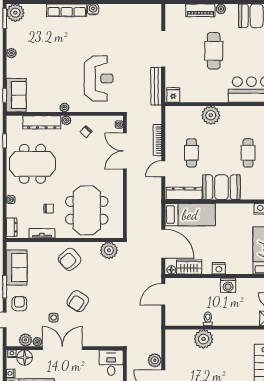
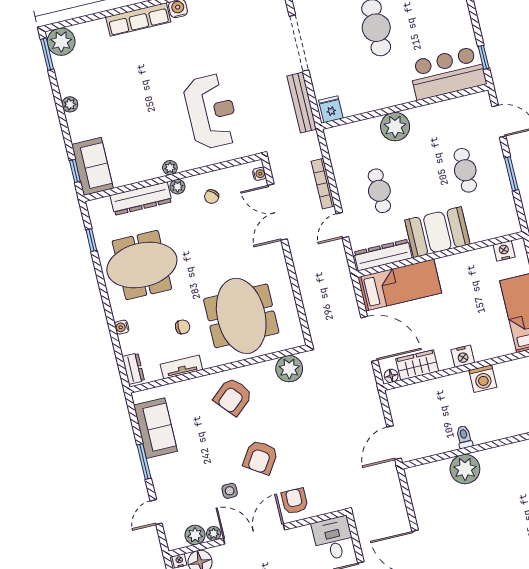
door: (163, 294) -> (394, 443), moved
armchair: (19, 304) -> (295, 501), moved
plant: (155, 360) -> (399, 519), removed

